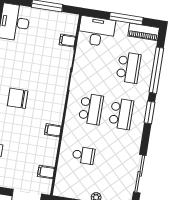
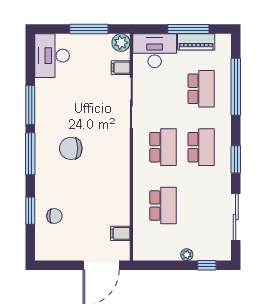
plant: (71, 21) -> (121, 43), added
piano: (144, 32) -> (196, 42), moved
window: (150, 112) -> (236, 159), moved
filing cabinet: (53, 130) -> (120, 181), removed
school desk: (84, 155) -> (163, 205), width x1.85

